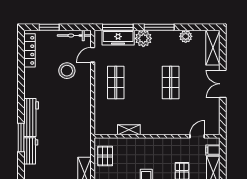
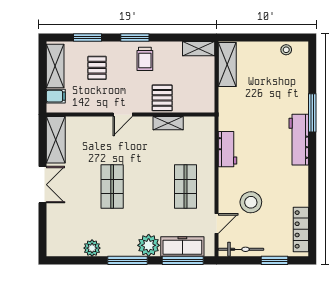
shelving: (213, 48) -> (56, 140), moved
door: (197, 136) -> (123, 115), moved
workbench: (31, 151) -> (227, 149), moved, turned 180
pallet: (105, 156) -> (162, 98), moved

